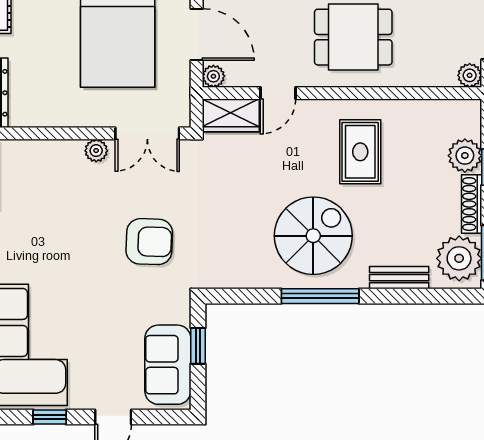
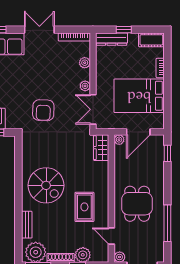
door: (278, 93) -> (111, 236), moved
plant: (45, 151) -> (85, 63), added
rug: (360, 152) -> (84, 207), turned 90
window: (320, 296) -> (18, 189), removed

